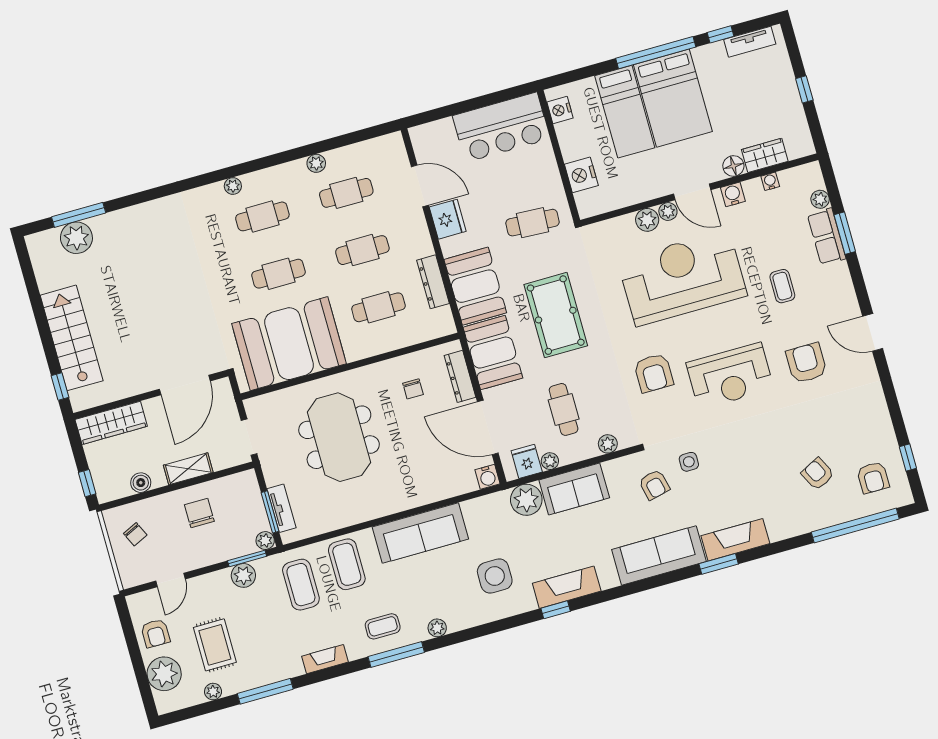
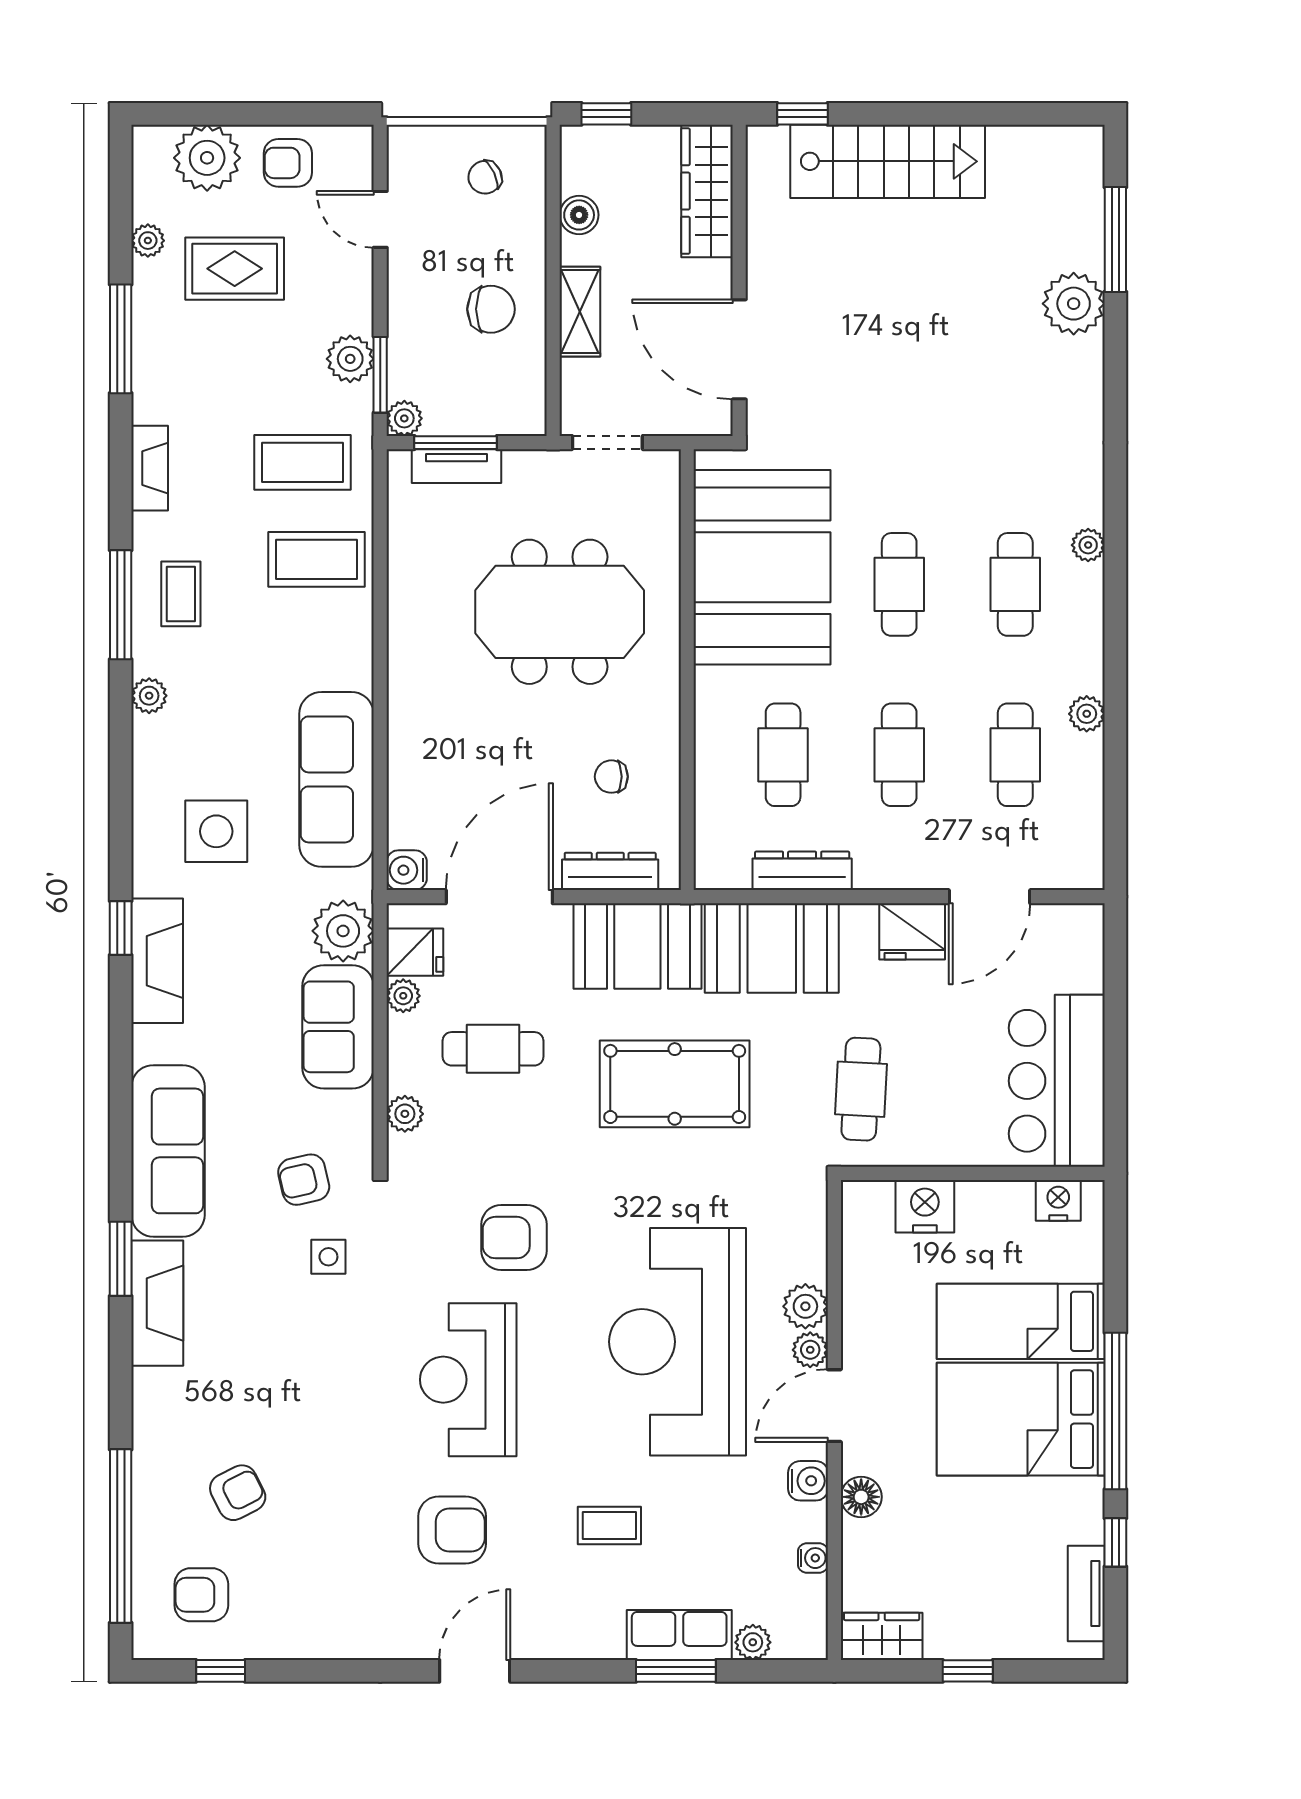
wardrobe: (765, 155) -> (882, 1636), moved, turned -90
plant: (76, 238) -> (1074, 304), moved
reception desk: (682, 278) -> (678, 1342), turned 180
sofa: (420, 533) -> (336, 779), moved

